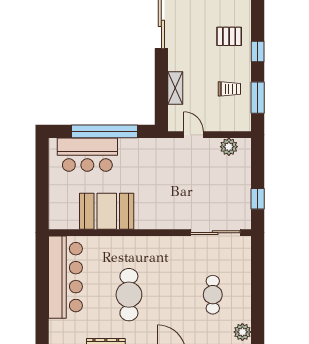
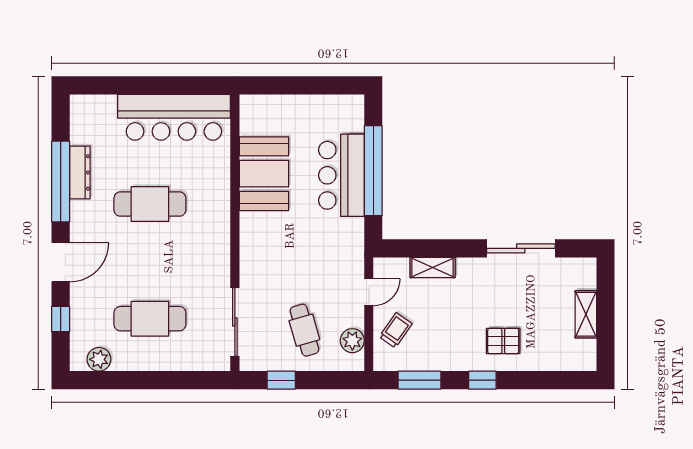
pallet: (229, 36) -> (503, 341), turned 90
trolley: (229, 89) -> (396, 330), moved, turned -145
bar counter: (87, 155) -> (341, 175), moved
cafe table: (221, 182) -> (304, 330), added
cafe table: (213, 295) -> (150, 319), width x1.37, depth x1.35

